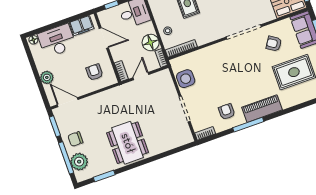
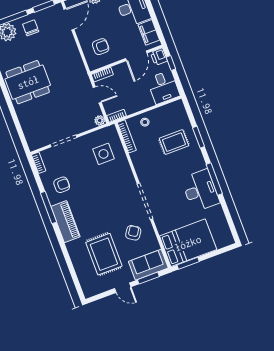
printer: (105, 16) -> (159, 57), added
floor lamp: (151, 42) -> (132, 104), removed
plant: (165, 74) -> (100, 120), added
side table: (186, 79) -> (104, 154), moved

